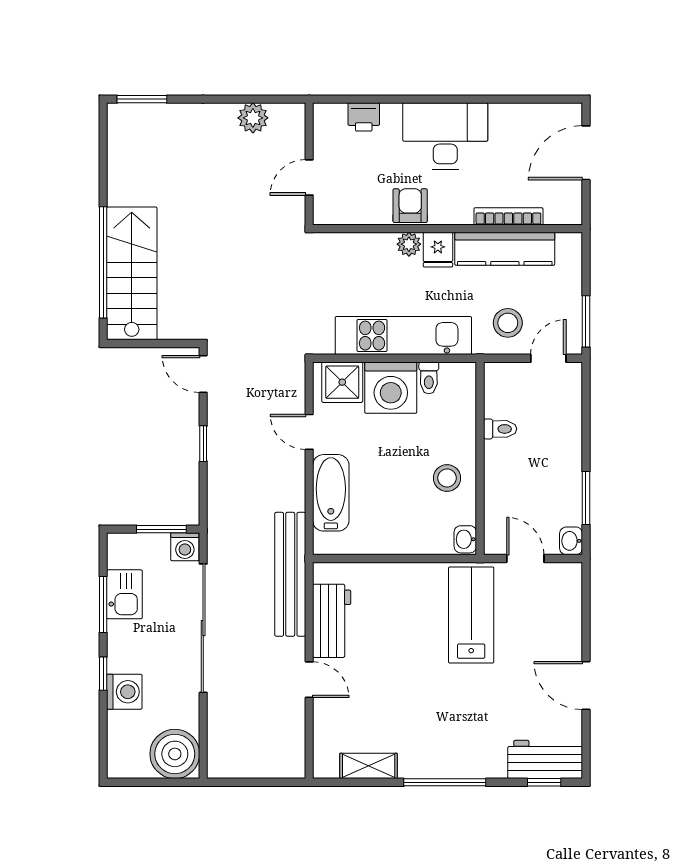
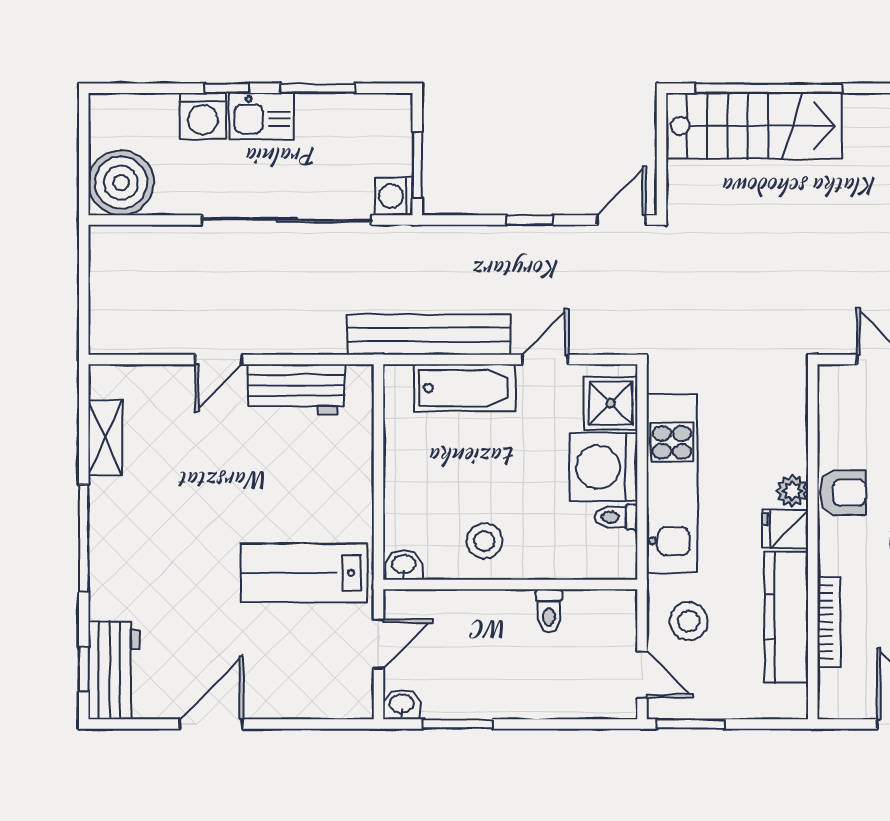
bench: (290, 574) -> (429, 335), moved
kitchen sink: (124, 594) -> (262, 116), moved
lab bench: (471, 615) -> (304, 573), turned 180

